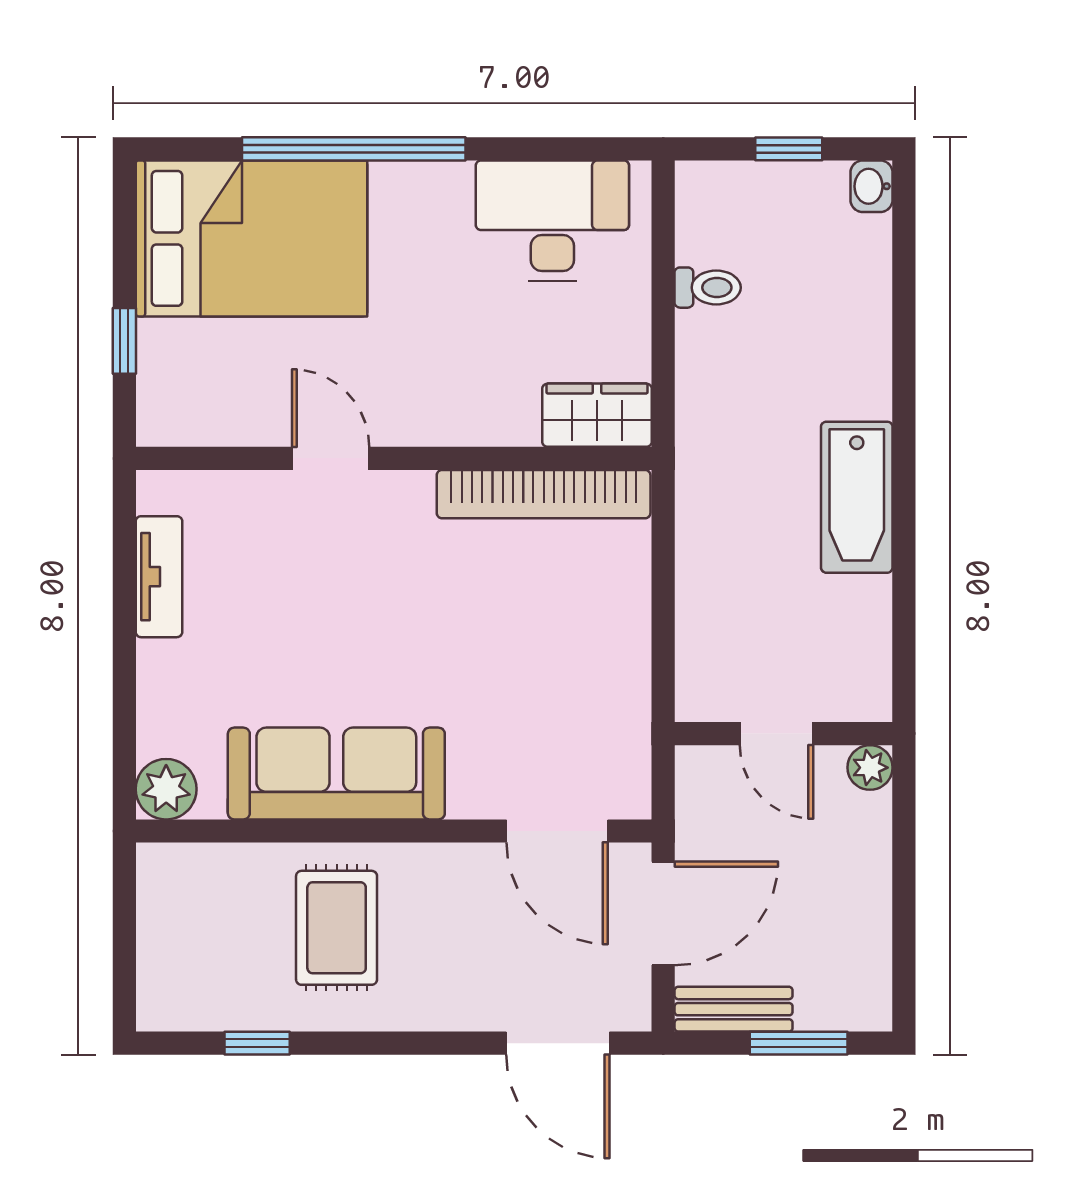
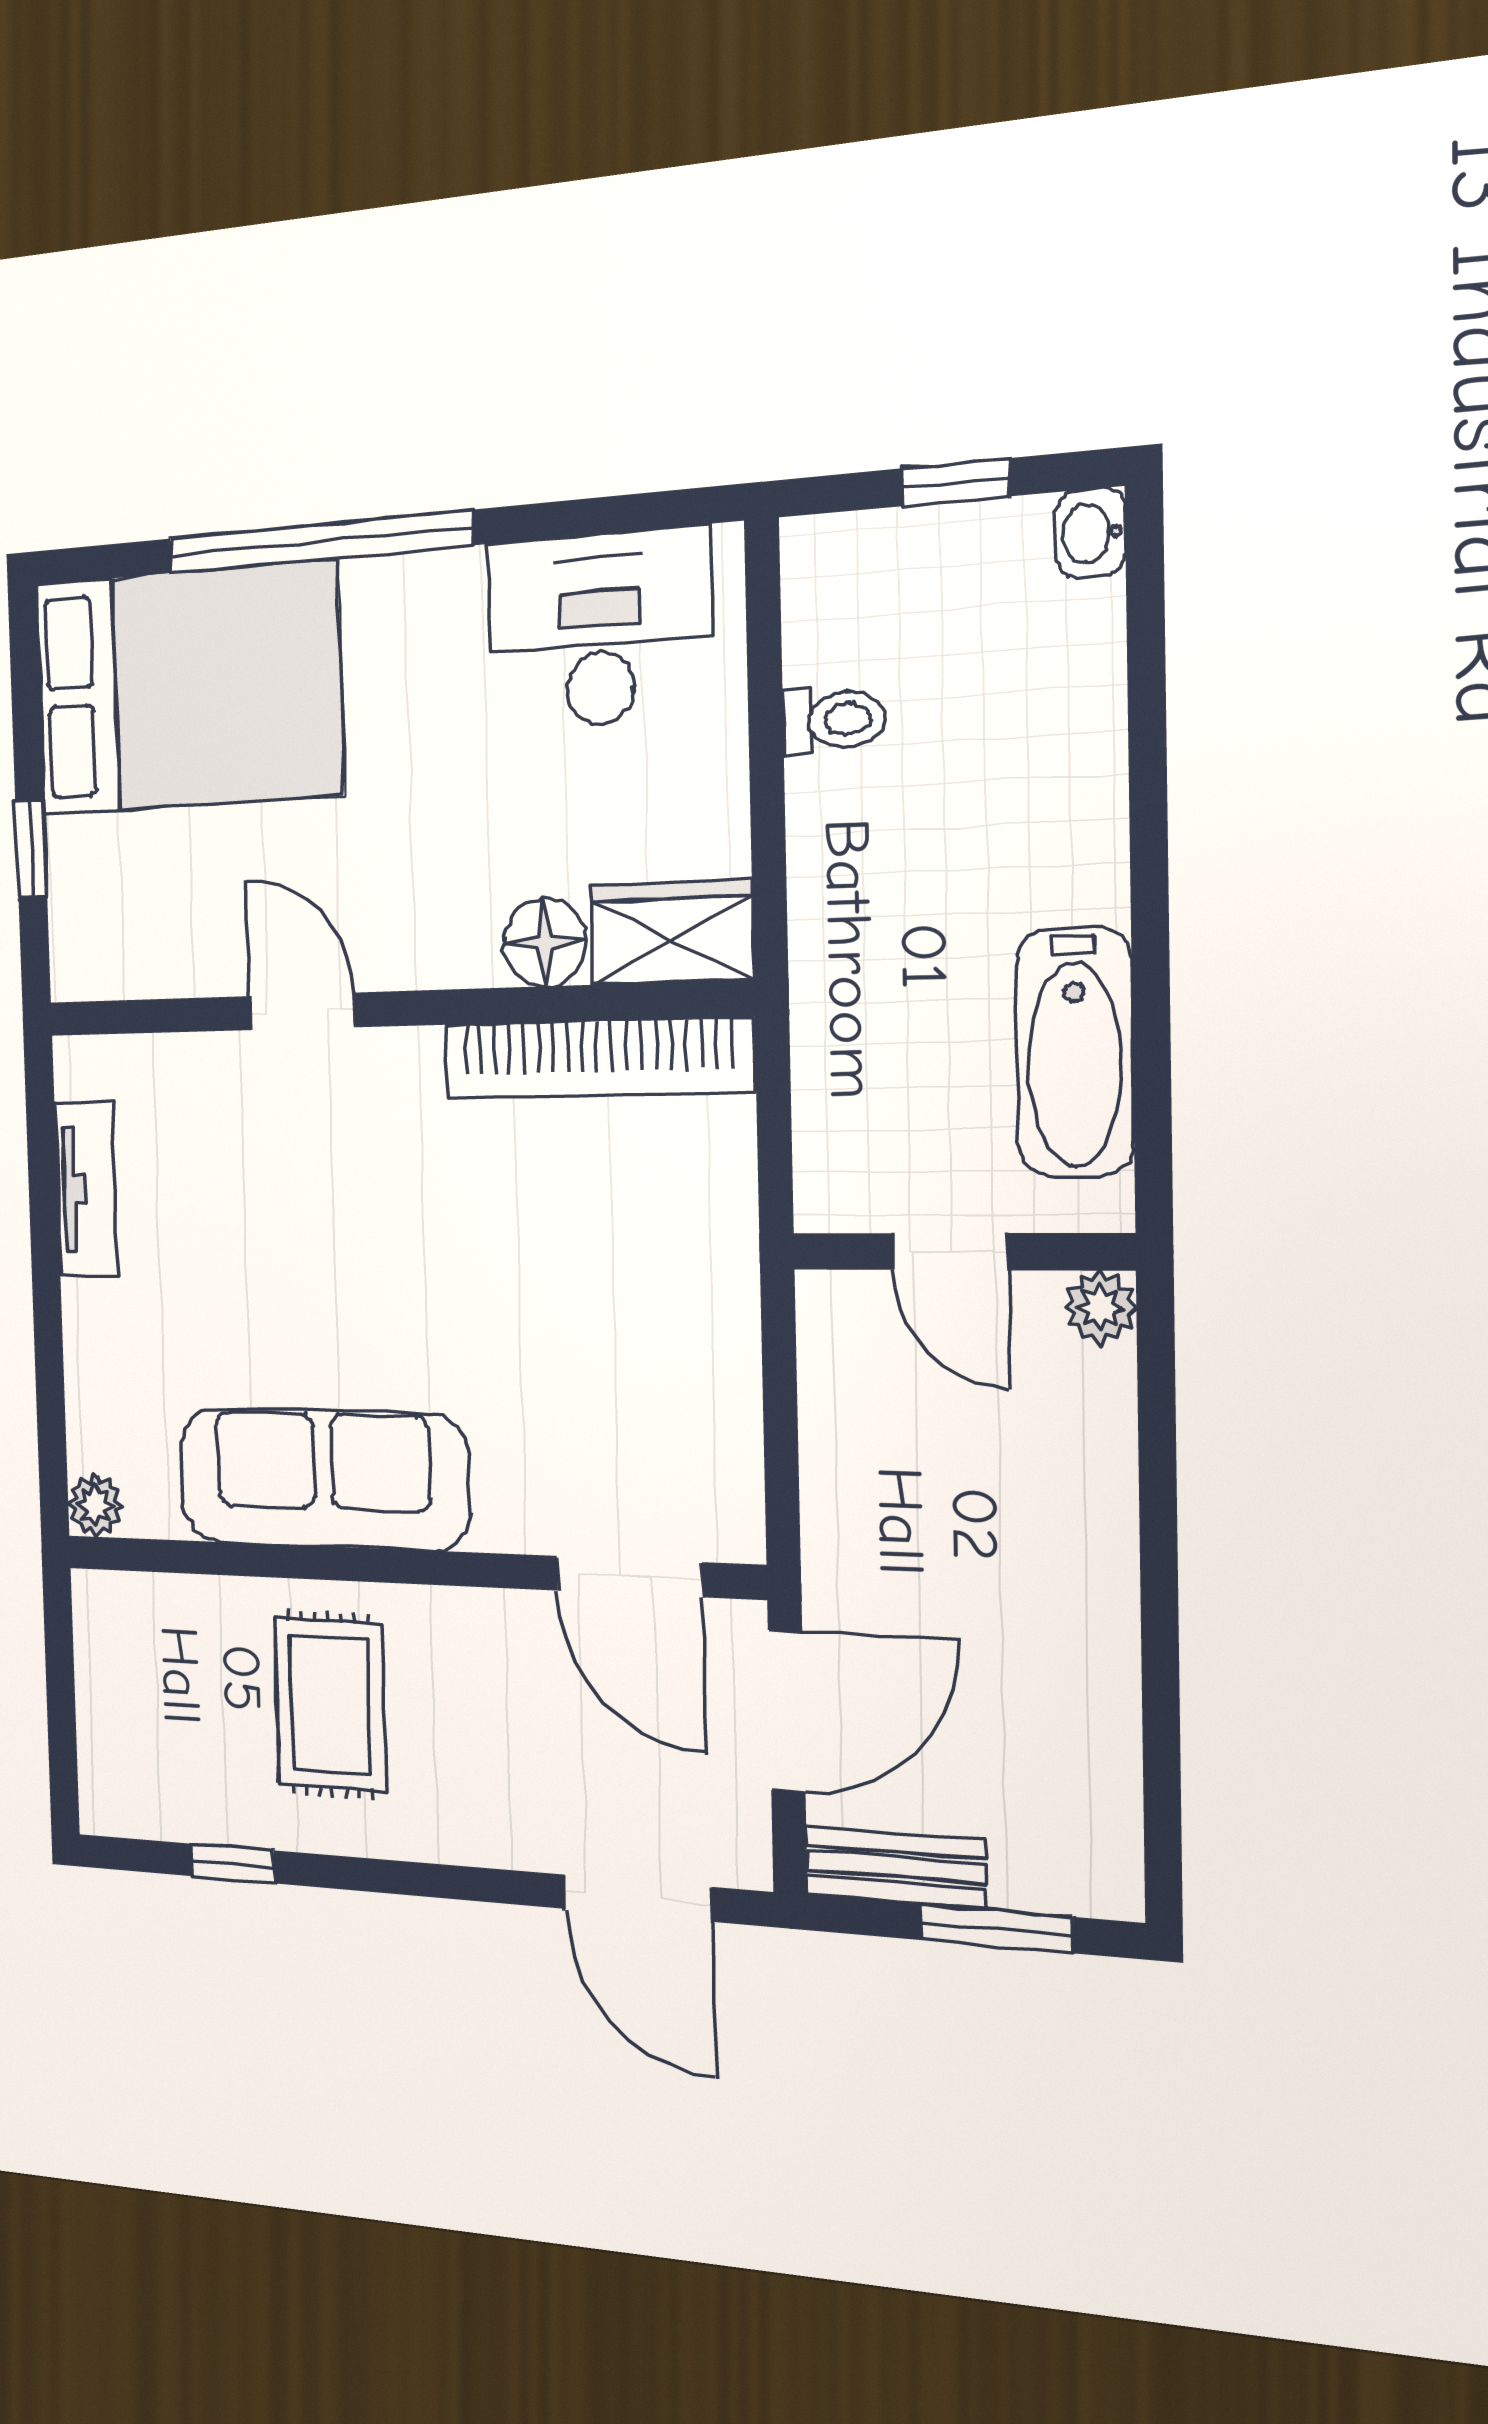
floor lamp: (509, 418) -> (545, 942), added
door: (777, 734) -> (950, 1252), moved
wall: (784, 734) -> (961, 1252), moved
plant: (870, 768) -> (1100, 1307), moved
plant: (166, 789) -> (95, 1505), width x0.73, depth x0.73

